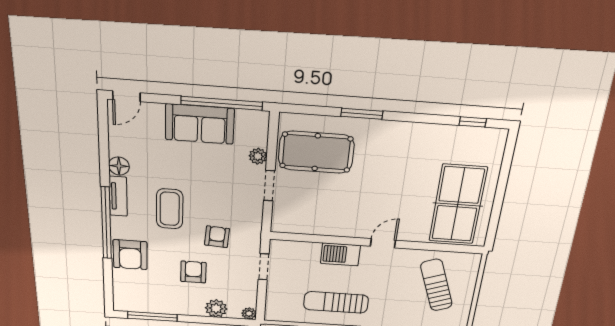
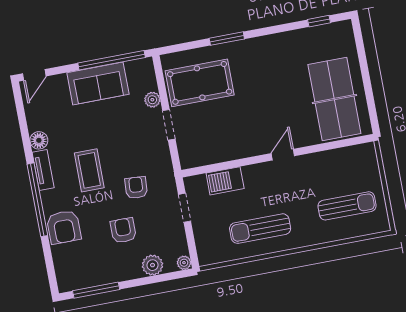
barbecue: (340, 254) -> (225, 181), moved
sun lounger: (436, 285) -> (347, 206), moved, turned 110

